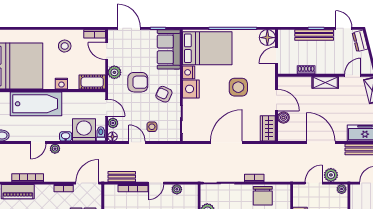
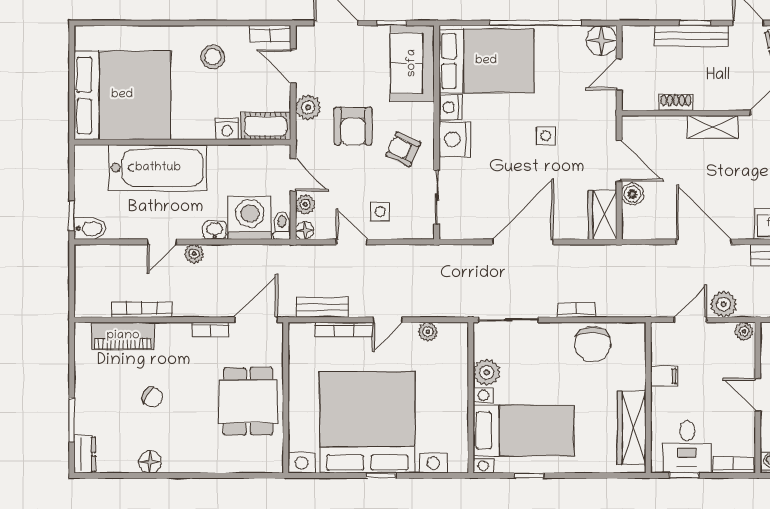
armchair: (138, 82) -> (353, 126), turned 90
nightstand: (61, 84) -> (227, 129), moved
side table: (238, 87) -> (546, 136), width x0.54, depth x0.54

